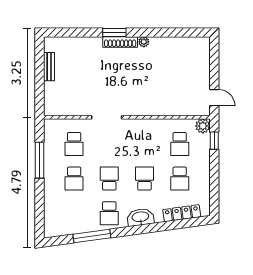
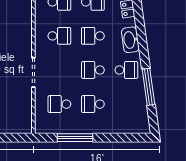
school desk: (74, 144) -> (59, 104), turned 180
school desk: (144, 144) -> (59, 36), added
school desk: (74, 179) -> (93, 104), turned 180

